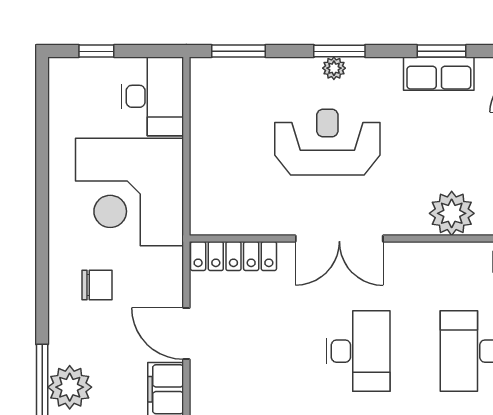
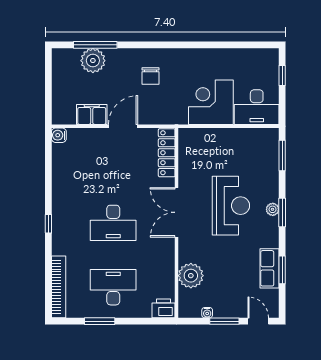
corner desk: (130, 192) -> (211, 102), width x0.74, depth x0.74

